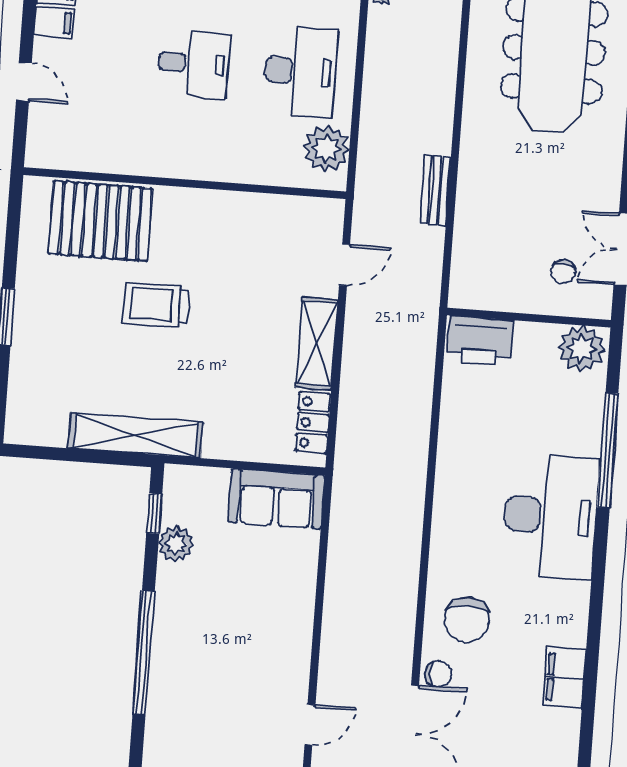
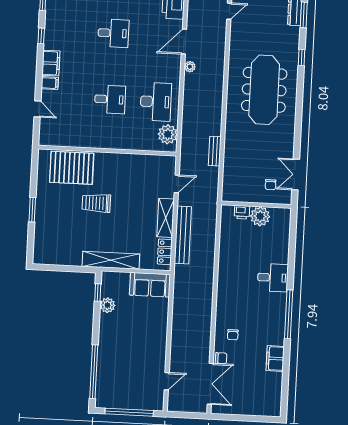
printer: (480, 341) -> (242, 212), width x0.53, depth x0.68
plant: (582, 348) -> (260, 216), moved
bench: (356, 384) -> (183, 235), added
shelving: (136, 435) -> (111, 260), moved
window: (608, 451) -> (289, 314), moved
desk: (551, 516) -> (273, 278), width x0.53, depth x0.77
chair: (467, 620) -> (233, 335), width x0.54, depth x0.54
window: (144, 653) -> (94, 372), moved

